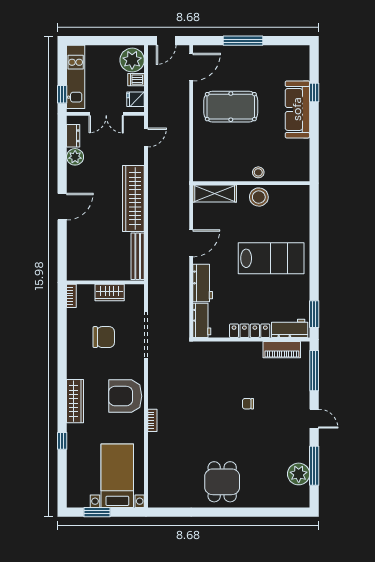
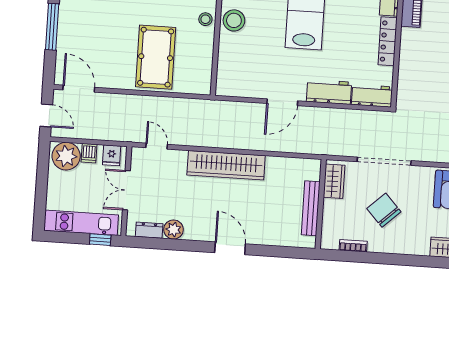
pool table: (231, 107) -> (156, 57), moved
double door: (106, 114) -> (126, 190), swing flipped
shelving: (215, 194) -> (227, 71), removed
door: (191, 243) -> (282, 102), swing flipped
bench: (138, 256) -> (311, 208), moved, turned 90
wardrobe: (110, 293) -> (334, 181), moved
bookcase: (71, 296) -> (353, 246), moved
chair: (104, 337) -> (384, 210), turned -43

